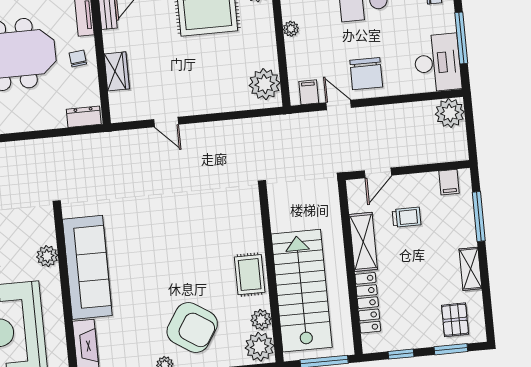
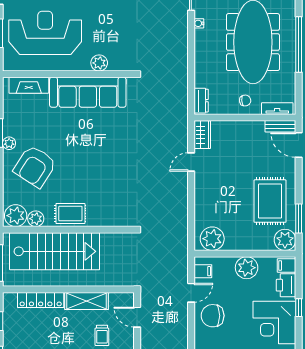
plant: (291, 29) -> (247, 268), width x1.88, depth x1.88
wardrobe: (117, 71) -> (202, 135), moved, turned -90

